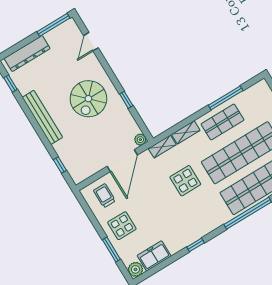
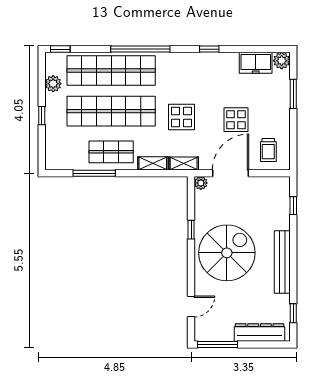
spiral stairs: (88, 99) -> (227, 253), width x1.37, depth x1.37
display table: (122, 226) -> (236, 120), moved

